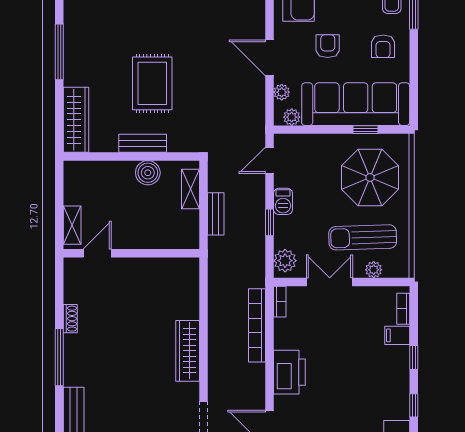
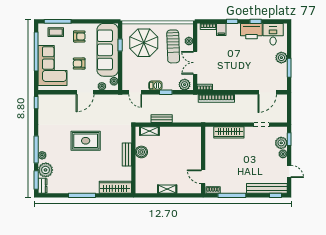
rug: (152, 83) -> (86, 141), moved
door: (97, 253) -> (203, 177), moved
wall: (131, 253) -> (203, 160), moved
printer: (289, 372) -> (251, 31), moved, turned 180

